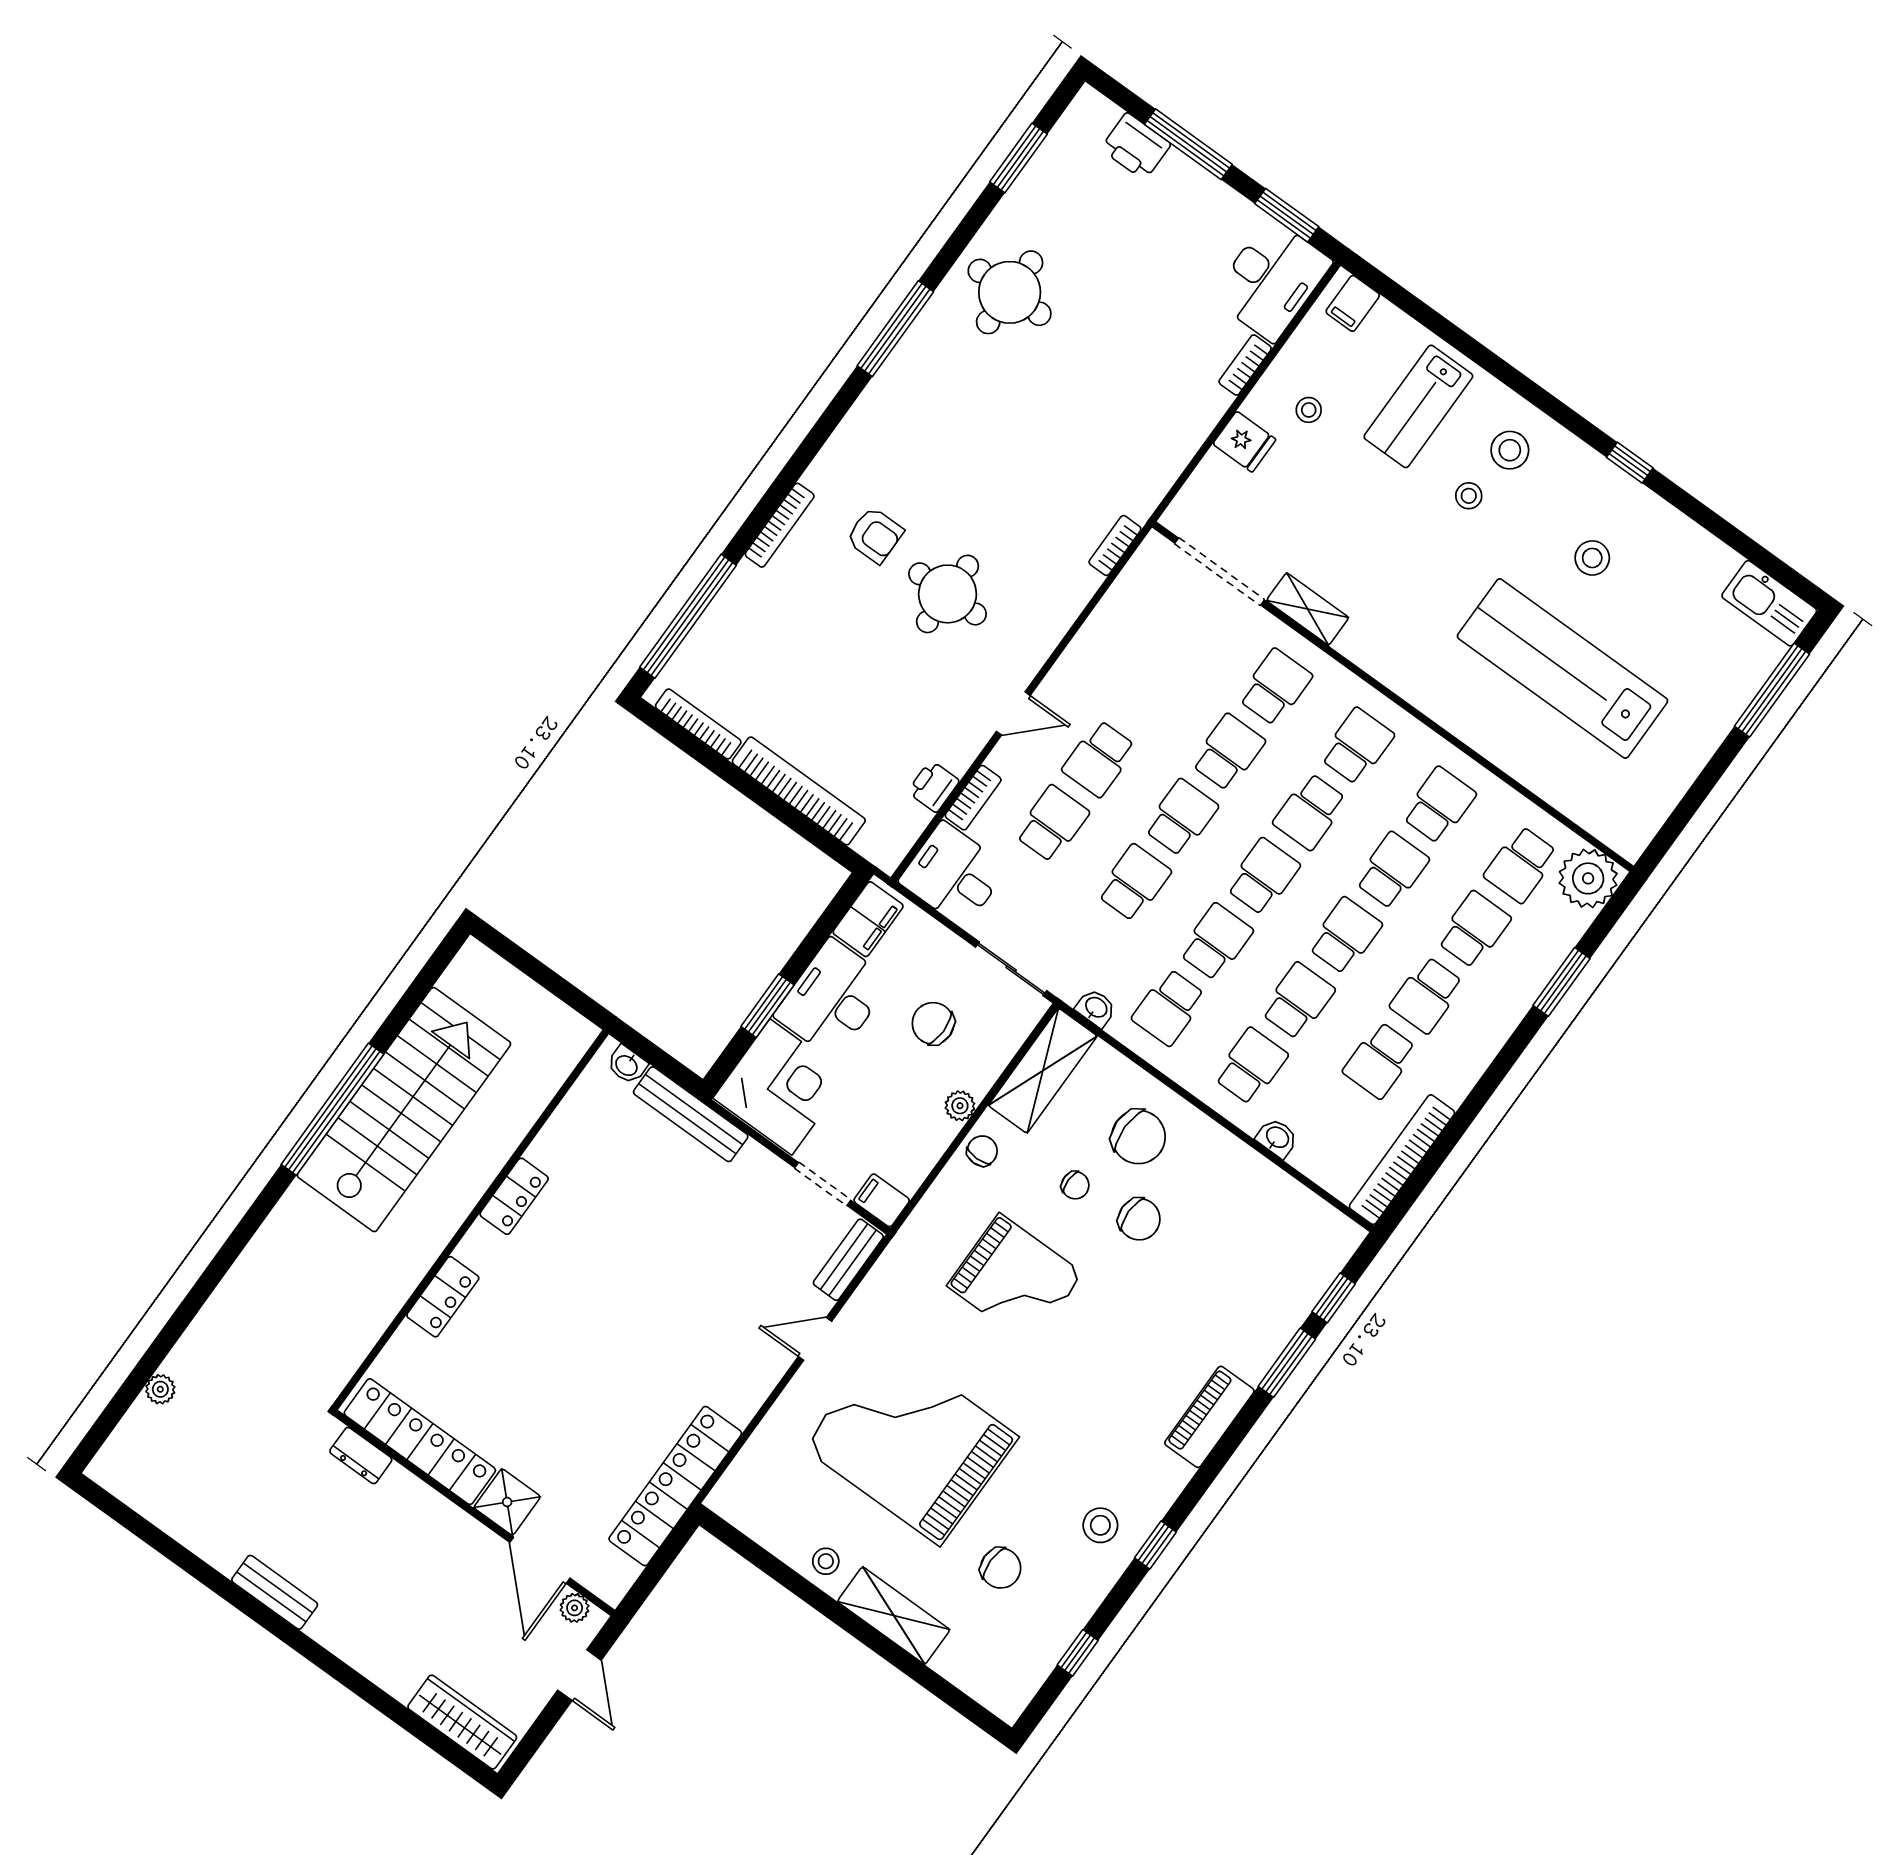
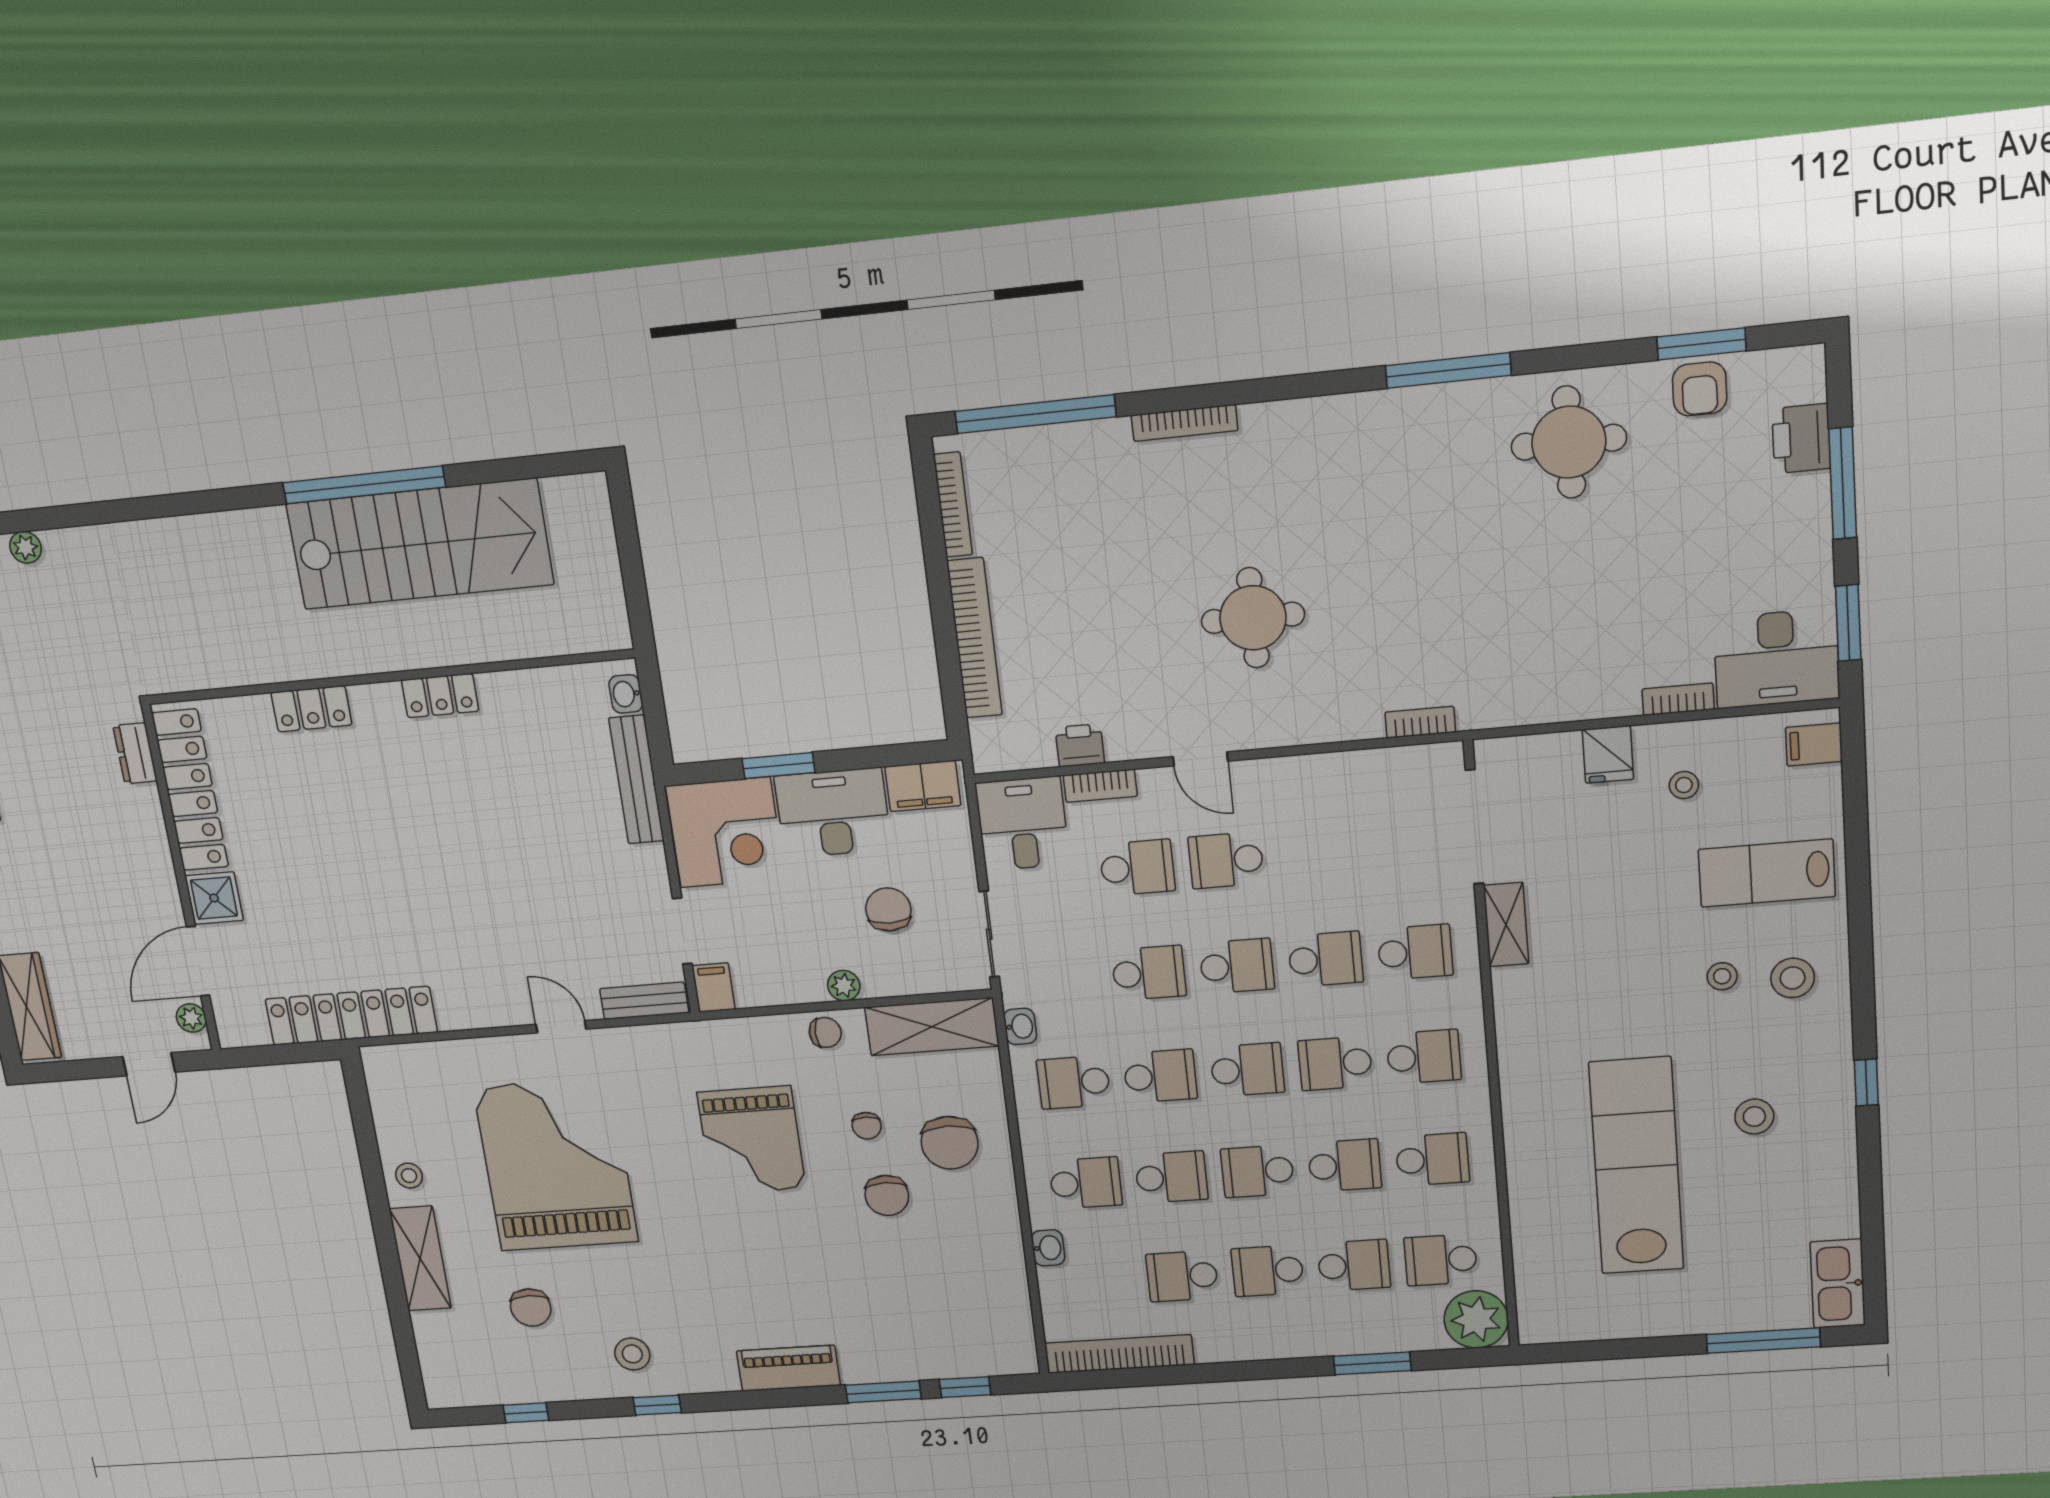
armchair: (875, 535) -> (1700, 389), moved
school desk: (1345, 936) -> (1258, 1171), turned 180

